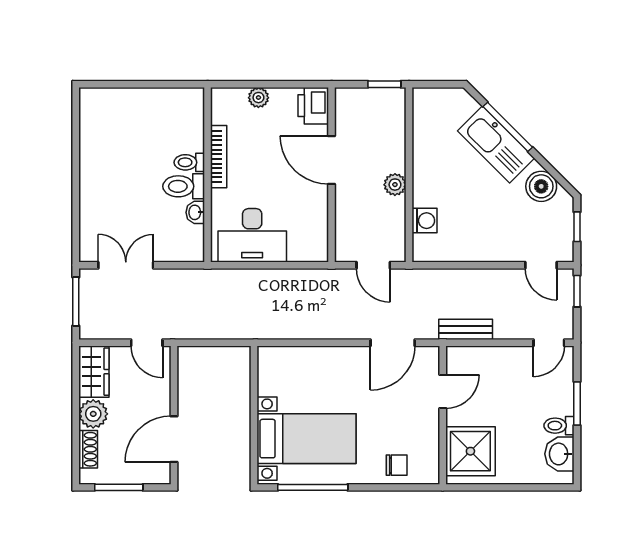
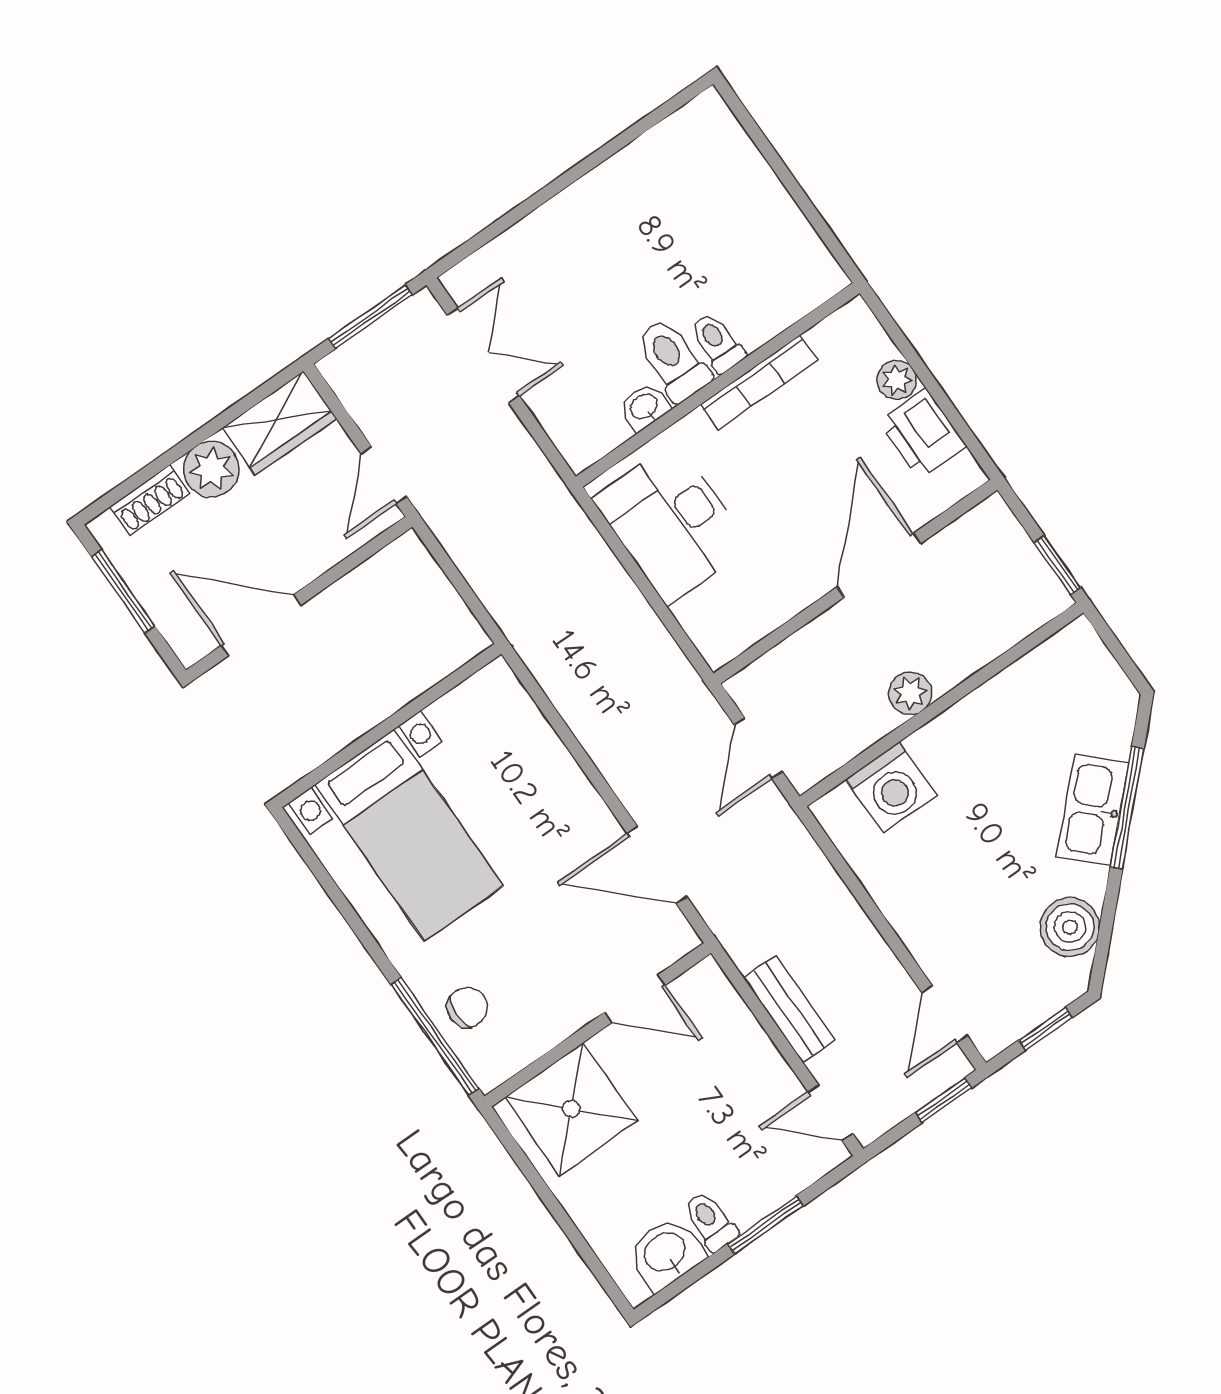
printer: (313, 106) -> (923, 434), moved, turned -90
kitchen sink: (496, 145) -> (1093, 810), width x0.73, depth x0.81
washing machine: (425, 221) -> (891, 787), width x1.38, depth x1.38
bench: (466, 329) -> (789, 1009), moved
chair: (397, 465) -> (467, 1007), turned -90
window: (313, 487) -> (435, 1036), moved

